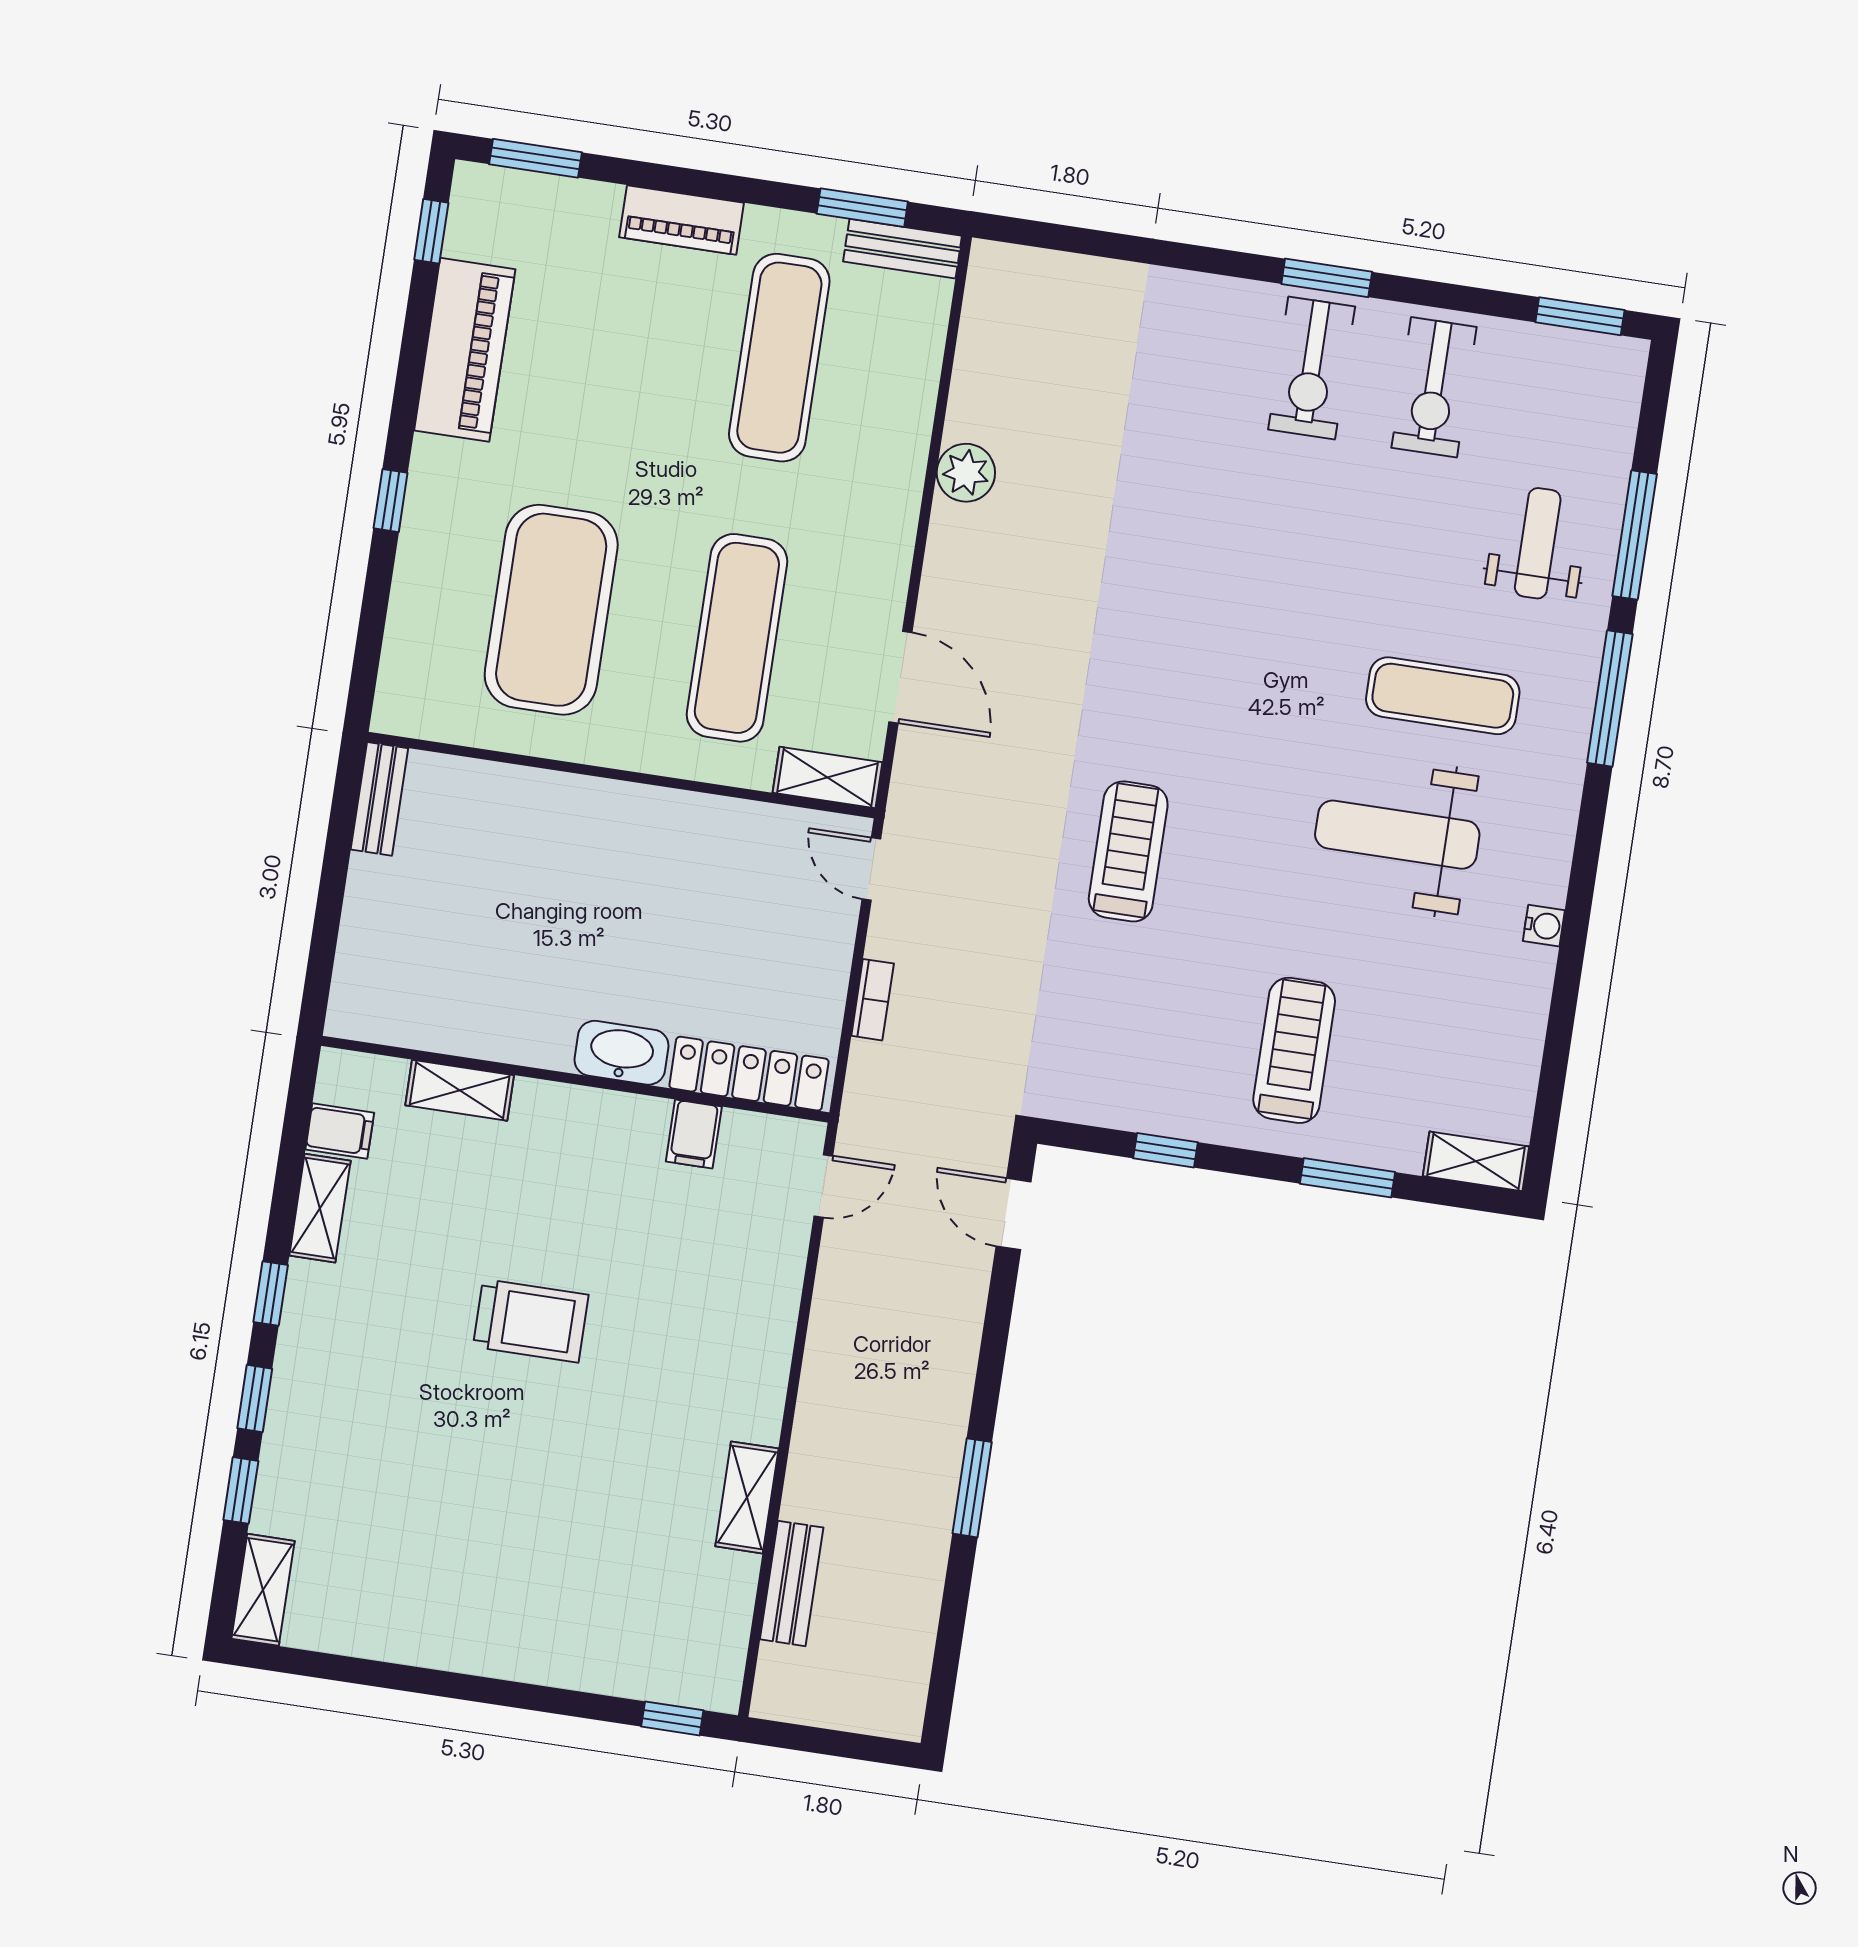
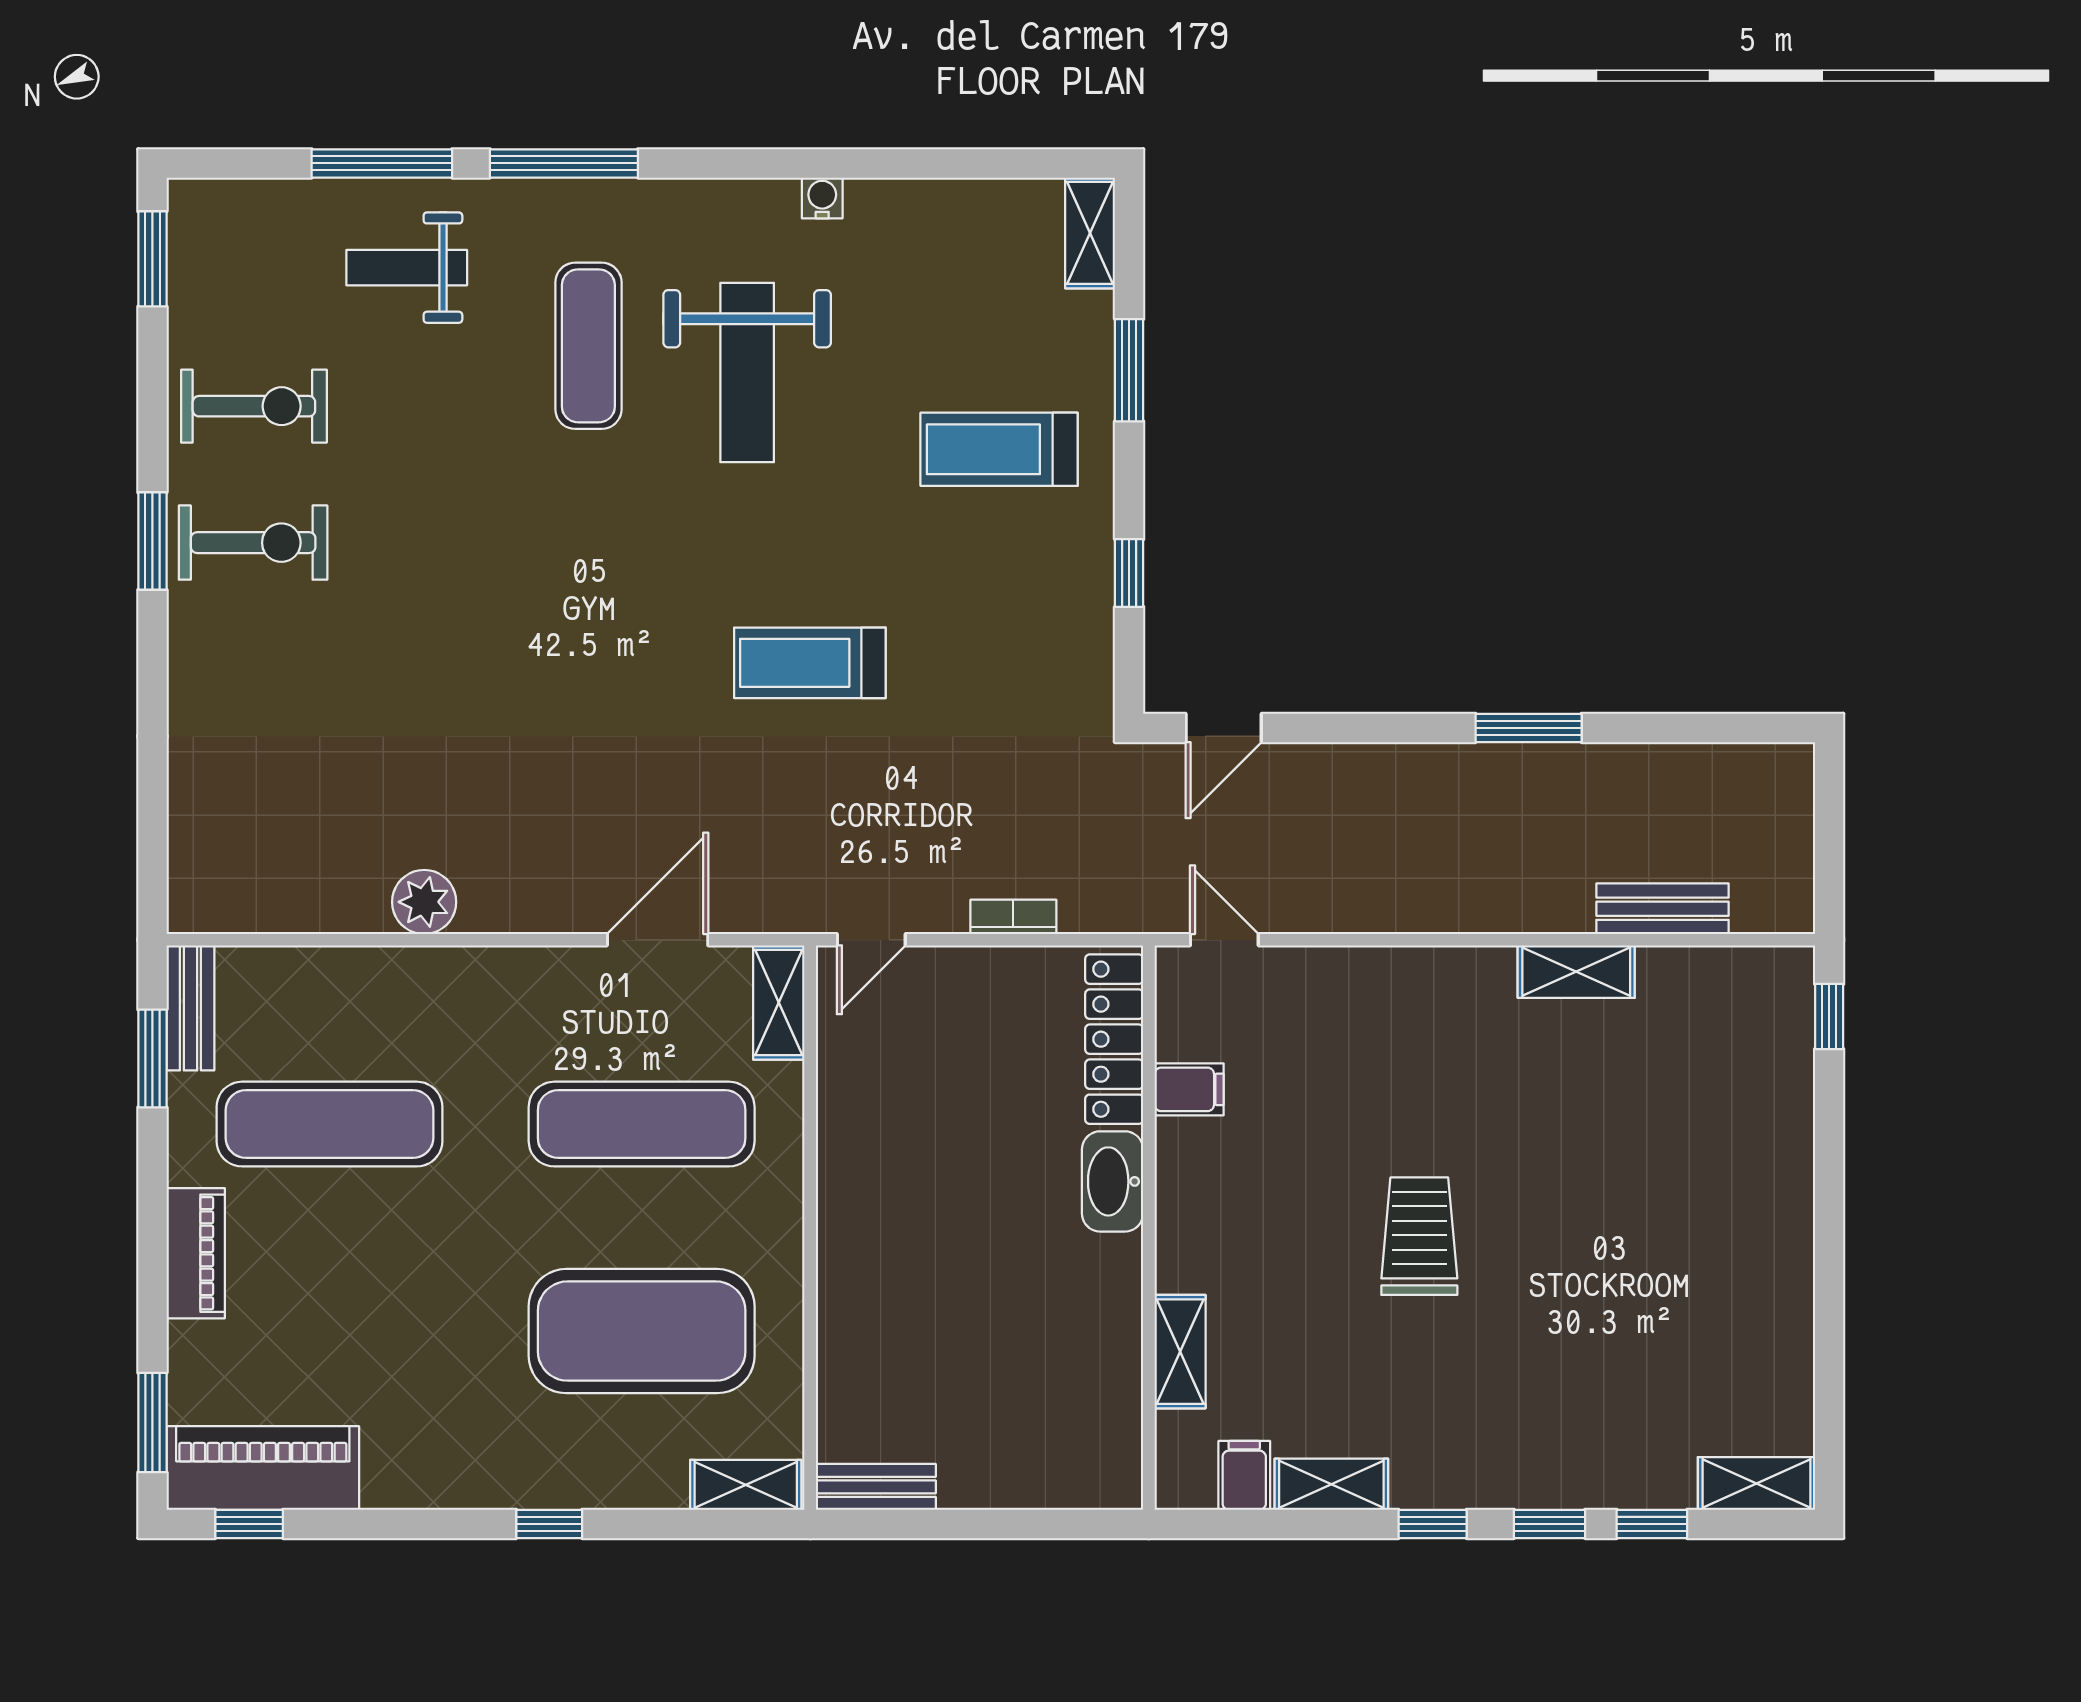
piano: (465, 350) -> (263, 1468), moved
shelving: (399, 682) -> (746, 1485), added

